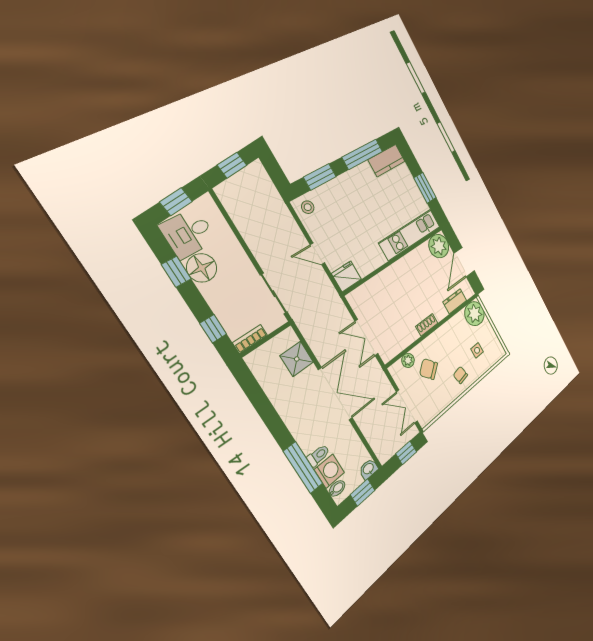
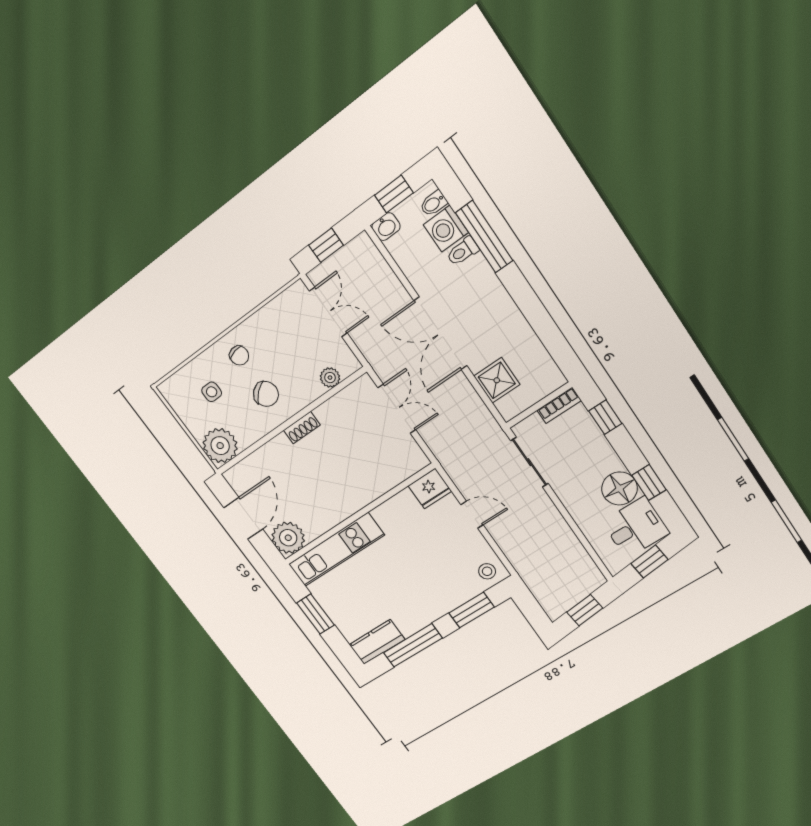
dresser: (455, 301) -> (256, 462), removed
chair: (429, 369) -> (266, 394), moved

